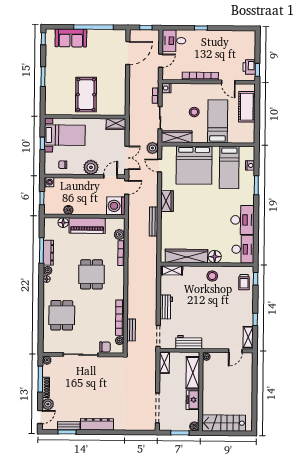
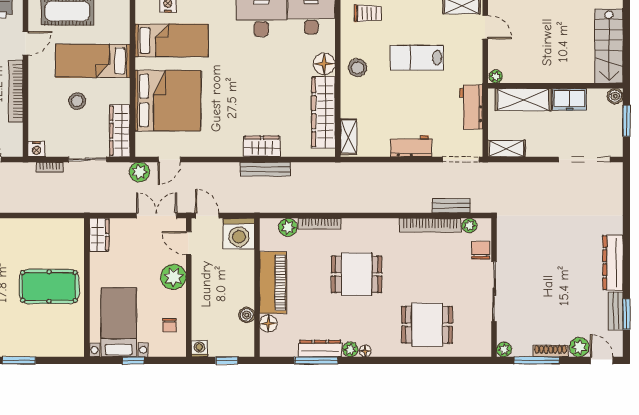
wardrobe: (167, 201) -> (262, 146), moved
lab bench: (218, 311) -> (417, 58), added

